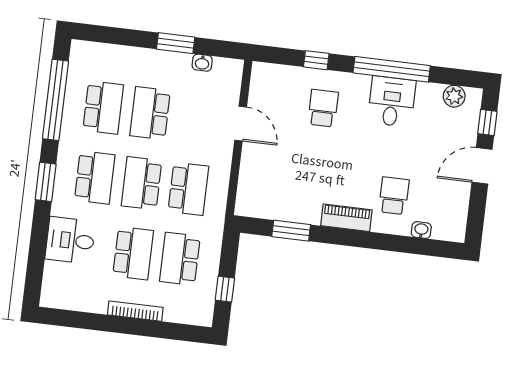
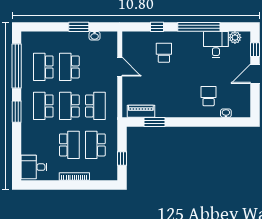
desk: (392, 102) -> (216, 45), moved
school desk: (103, 107) -> (43, 67), turned 180
school desk: (95, 178) -> (43, 106), turned 180
piano: (346, 218) -> (141, 111), moved
desk: (70, 240) -> (34, 167), moved

